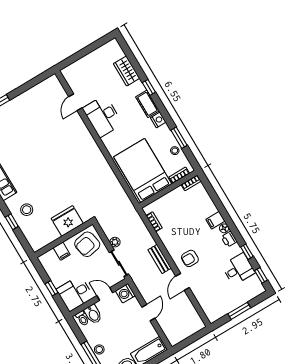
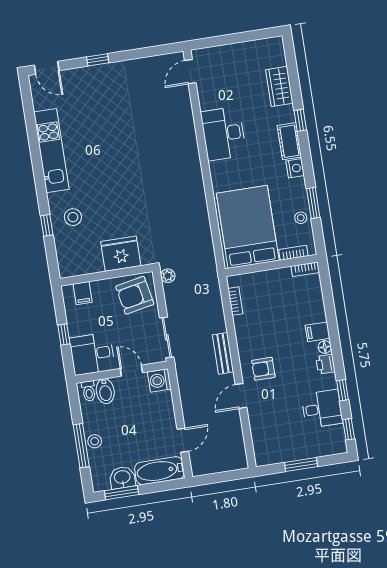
door: (75, 102) -> (190, 72), moved
plant: (115, 242) -> (168, 276), moved
filing cabinet: (62, 251) -> (83, 293), moved
door: (148, 313) -> (183, 440), moved

